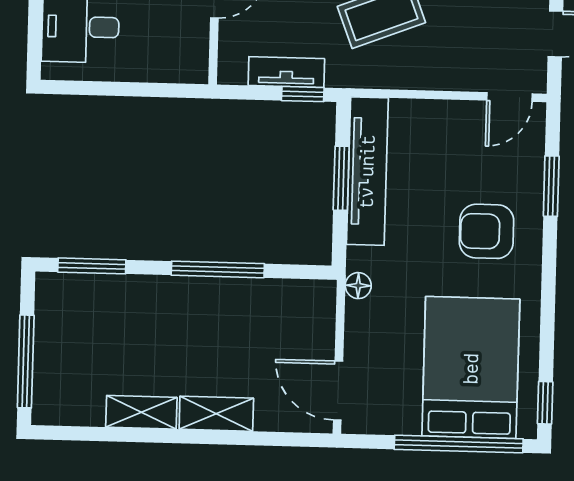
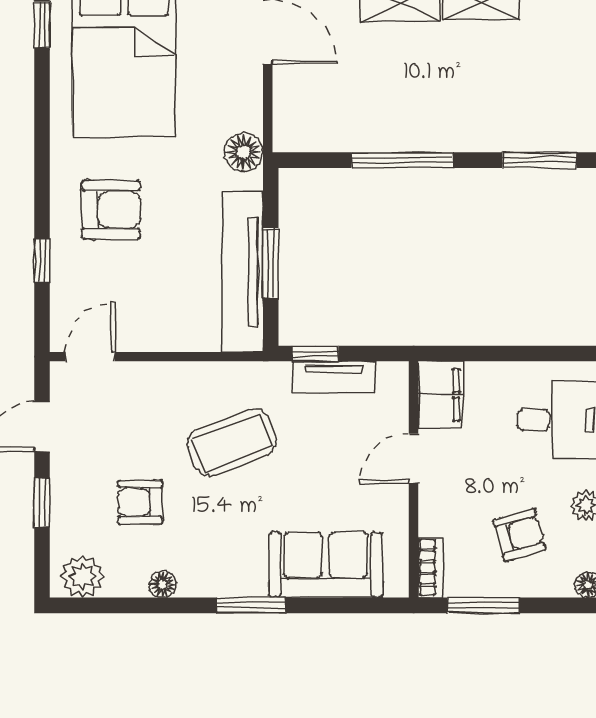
filing cabinet: (189, 53) -> (441, 395), added
window: (551, 186) -> (42, 261), width x0.67
floor lamp: (358, 286) -> (244, 152), width x1.37, depth x1.37

